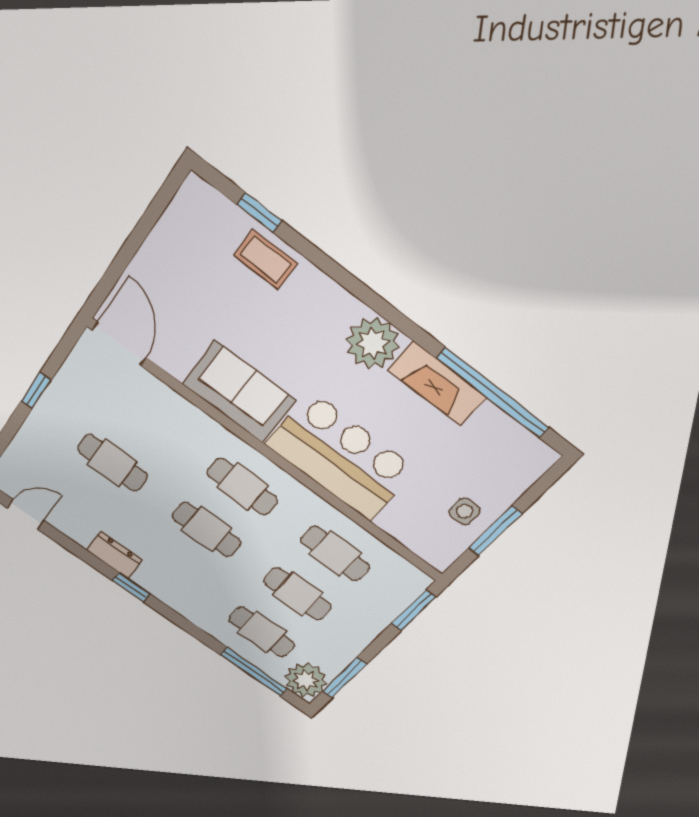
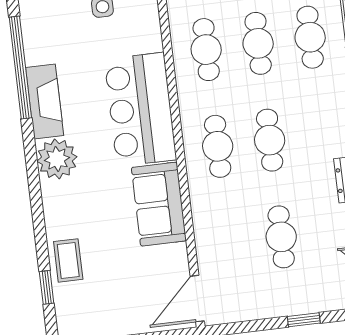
window: (36, 390) -> (304, 320), moved

